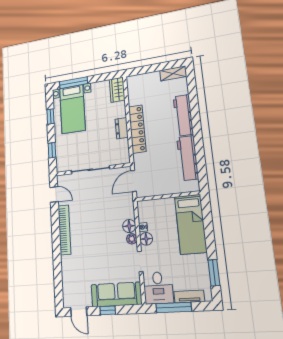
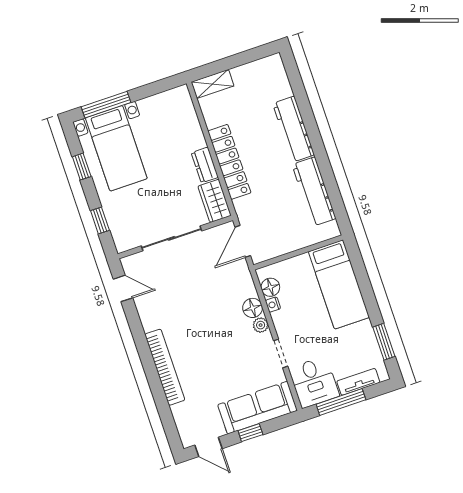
shelving: (173, 73) -> (213, 84), moved
wardrobe: (117, 90) -> (215, 201), moved
bookcase: (64, 230) -> (165, 367), moved
floor lamp: (146, 239) -> (270, 287), moved

